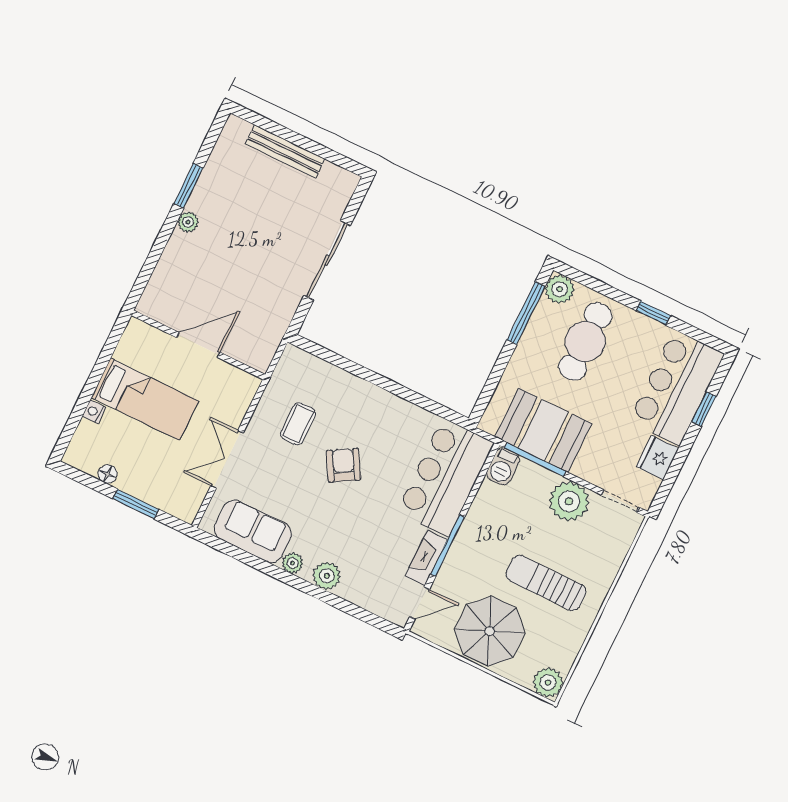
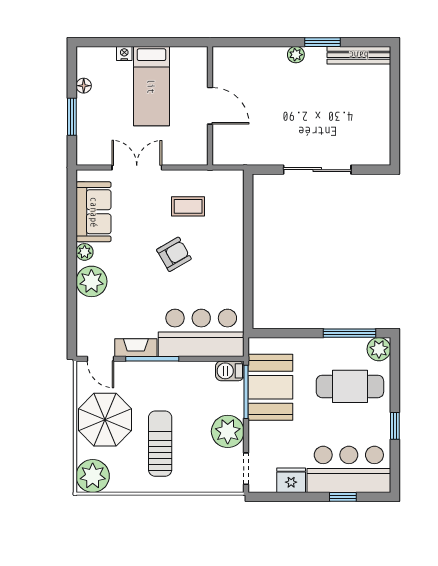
bench: (285, 151) -> (359, 55), moved, turned 90
plant: (327, 576) -> (91, 281), width x1.36, depth x1.36
plant: (548, 683) -> (93, 476), width x1.36, depth x1.36

